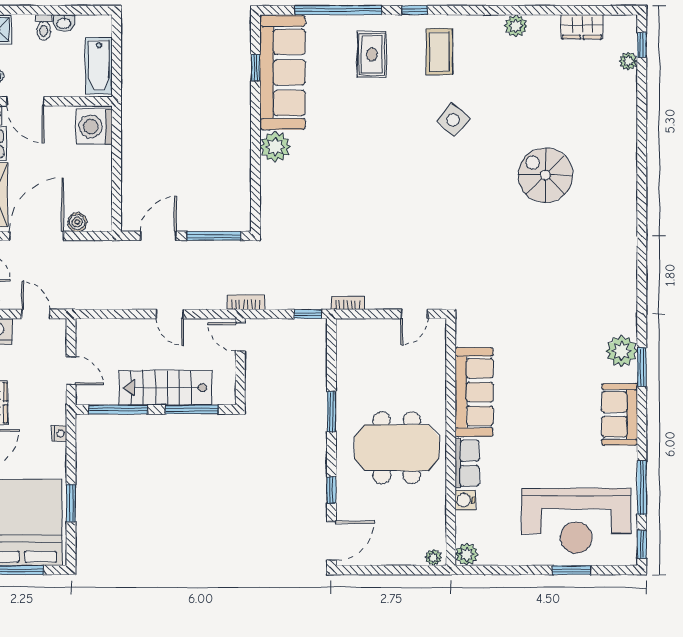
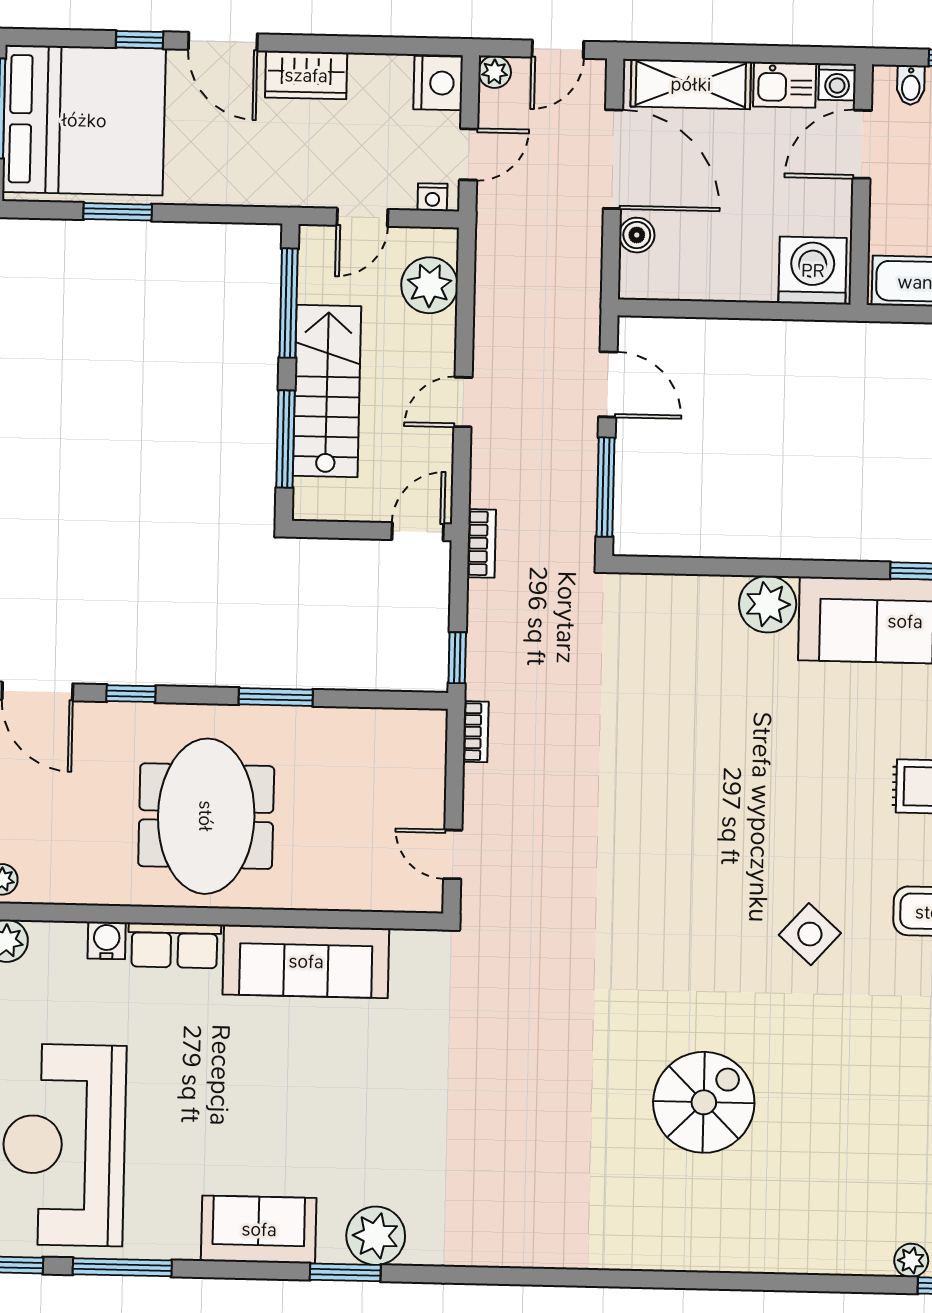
plant: (107, 334) -> (429, 285), added
nightstand: (59, 433) -> (432, 197), moved

